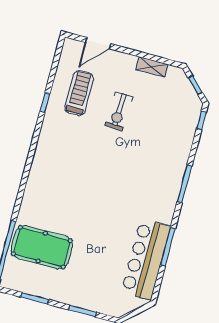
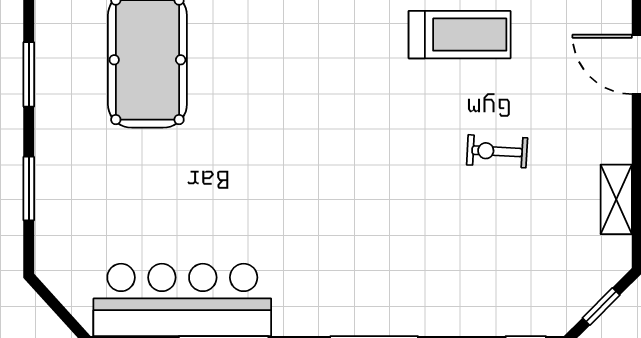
treadmill: (79, 93) -> (460, 35), moved
exercise bike: (119, 111) -> (497, 151), width x0.73, depth x0.72

